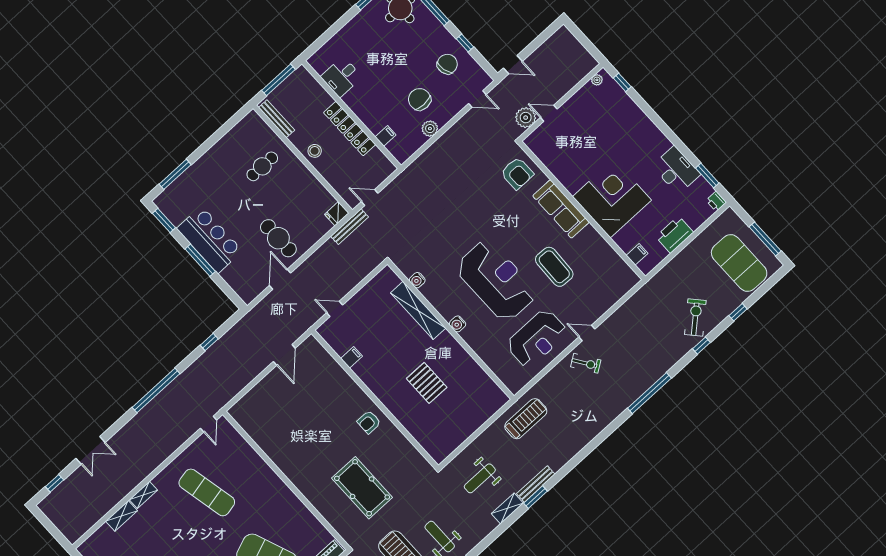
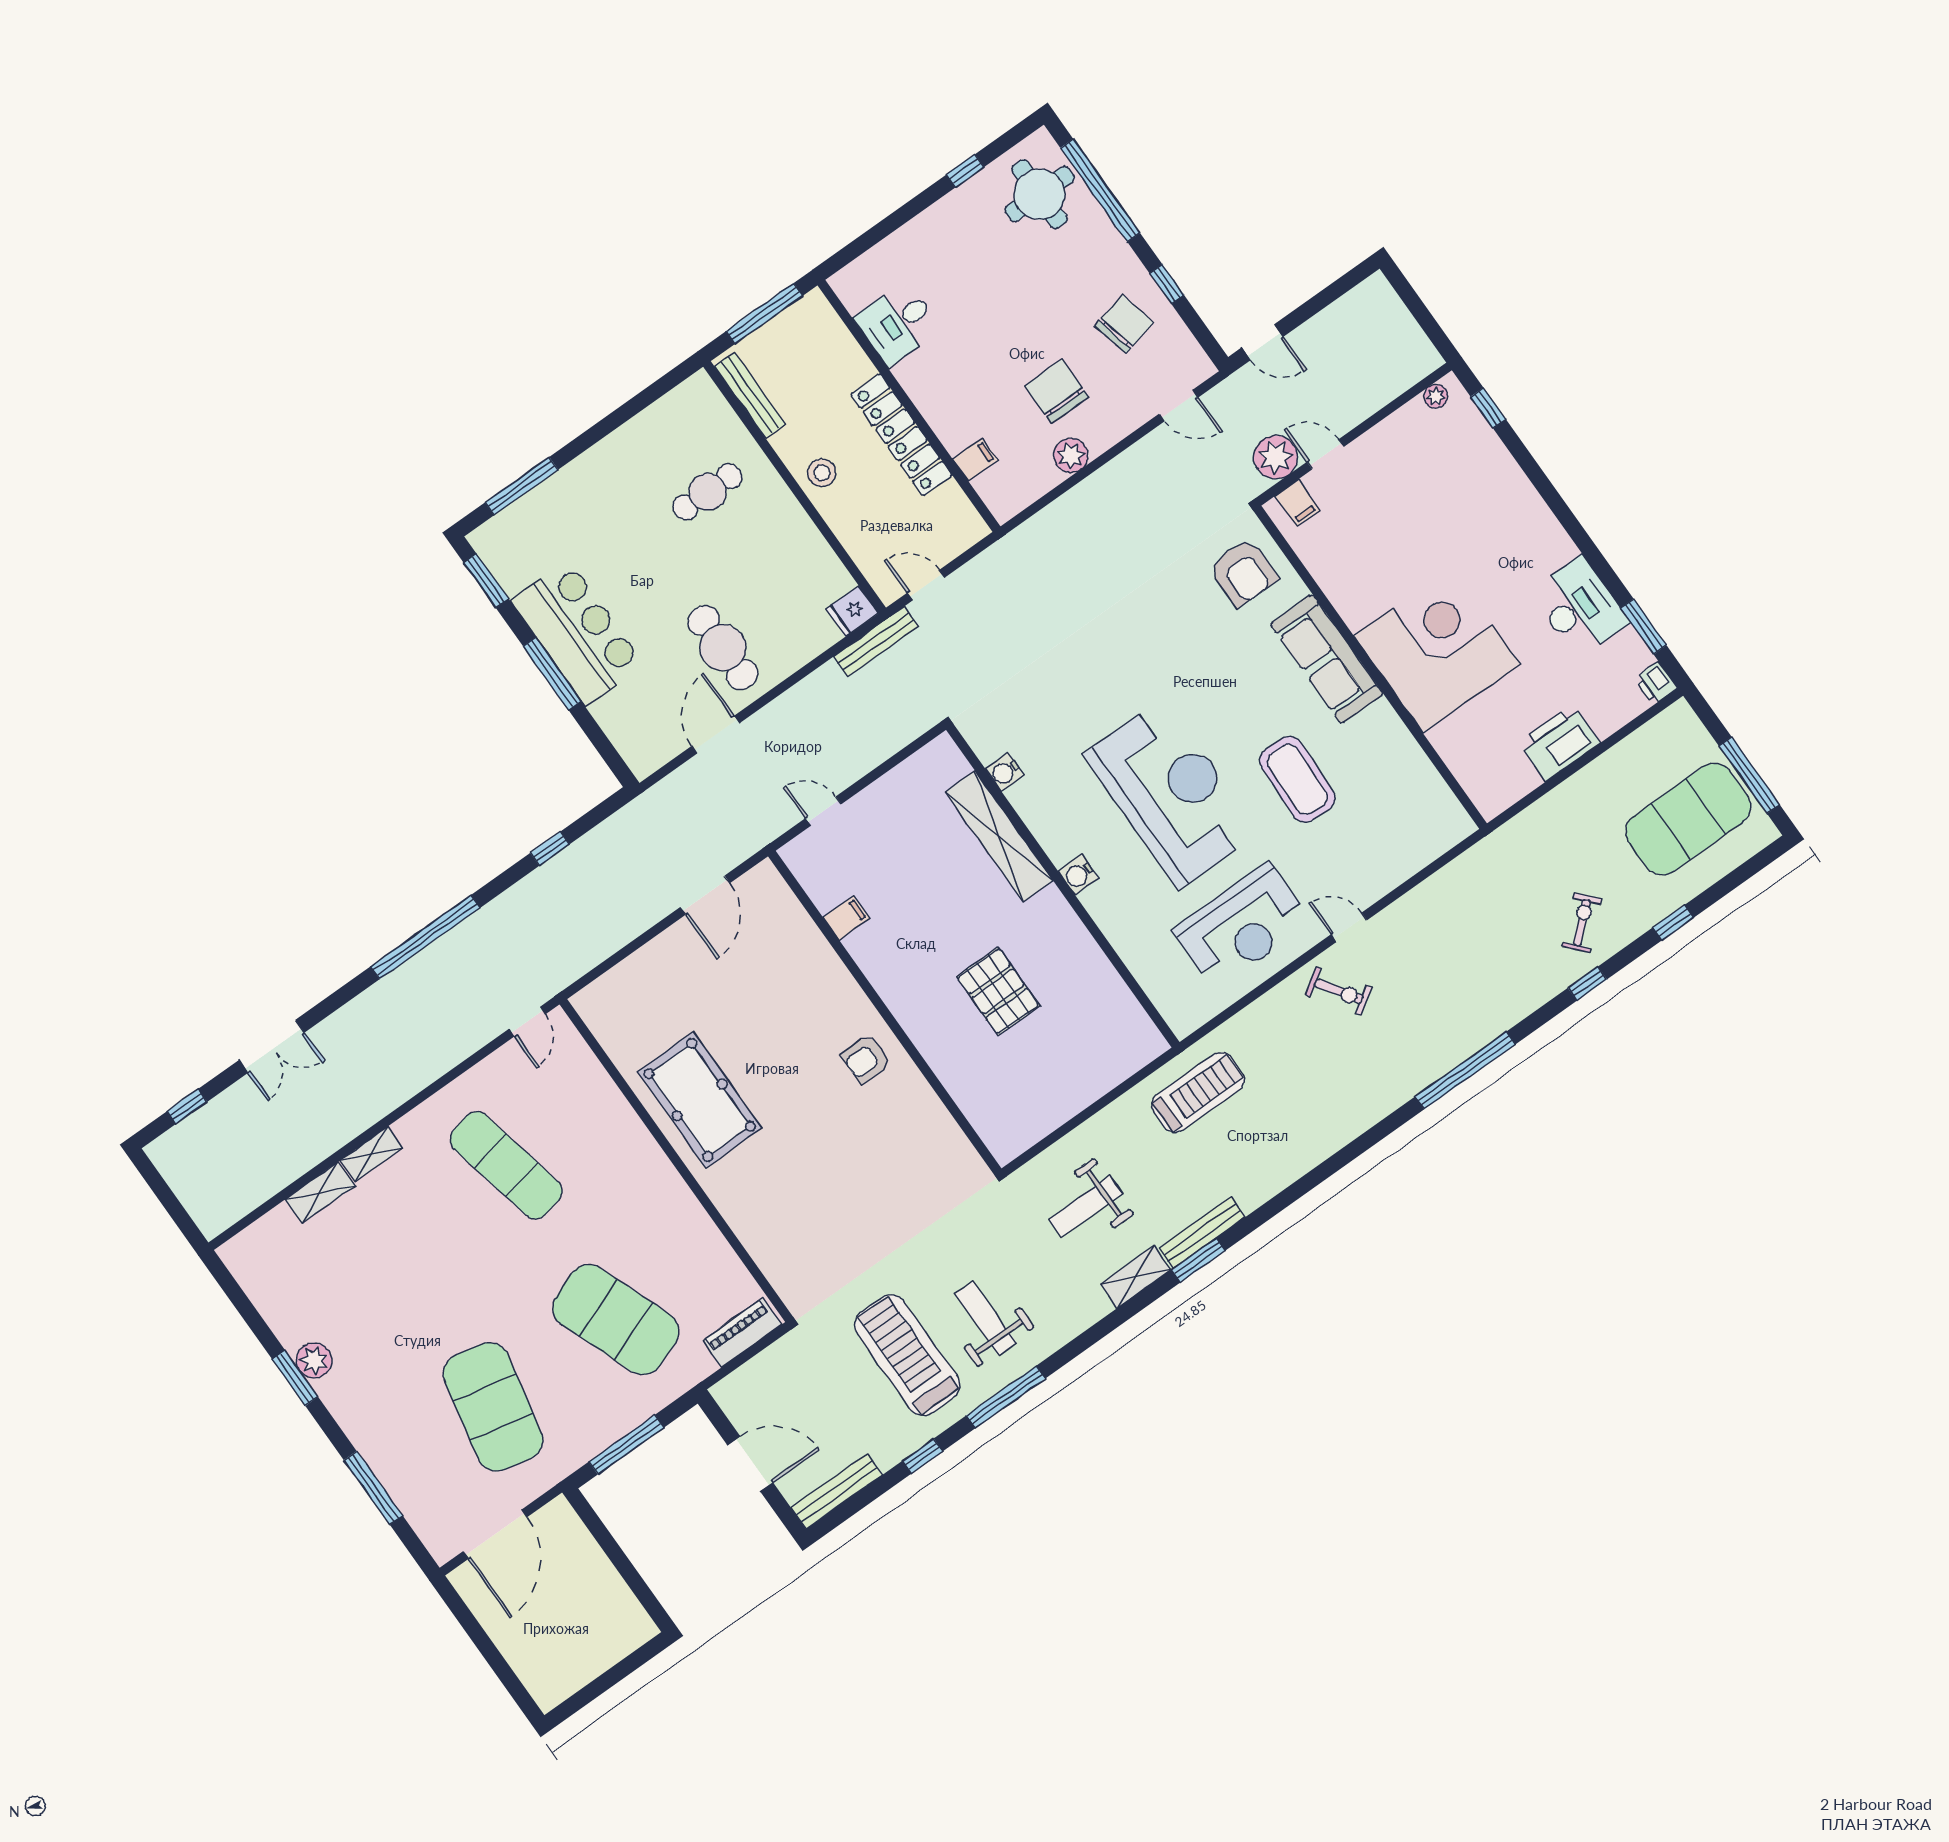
filing cabinet: (637, 254) -> (1297, 503), moved, turned 90
exercise mat: (739, 263) -> (1688, 819), turned 90
exercise bike: (695, 317) -> (1582, 923), width x0.73, depth x0.72
pool table: (362, 488) -> (700, 1100), moved

